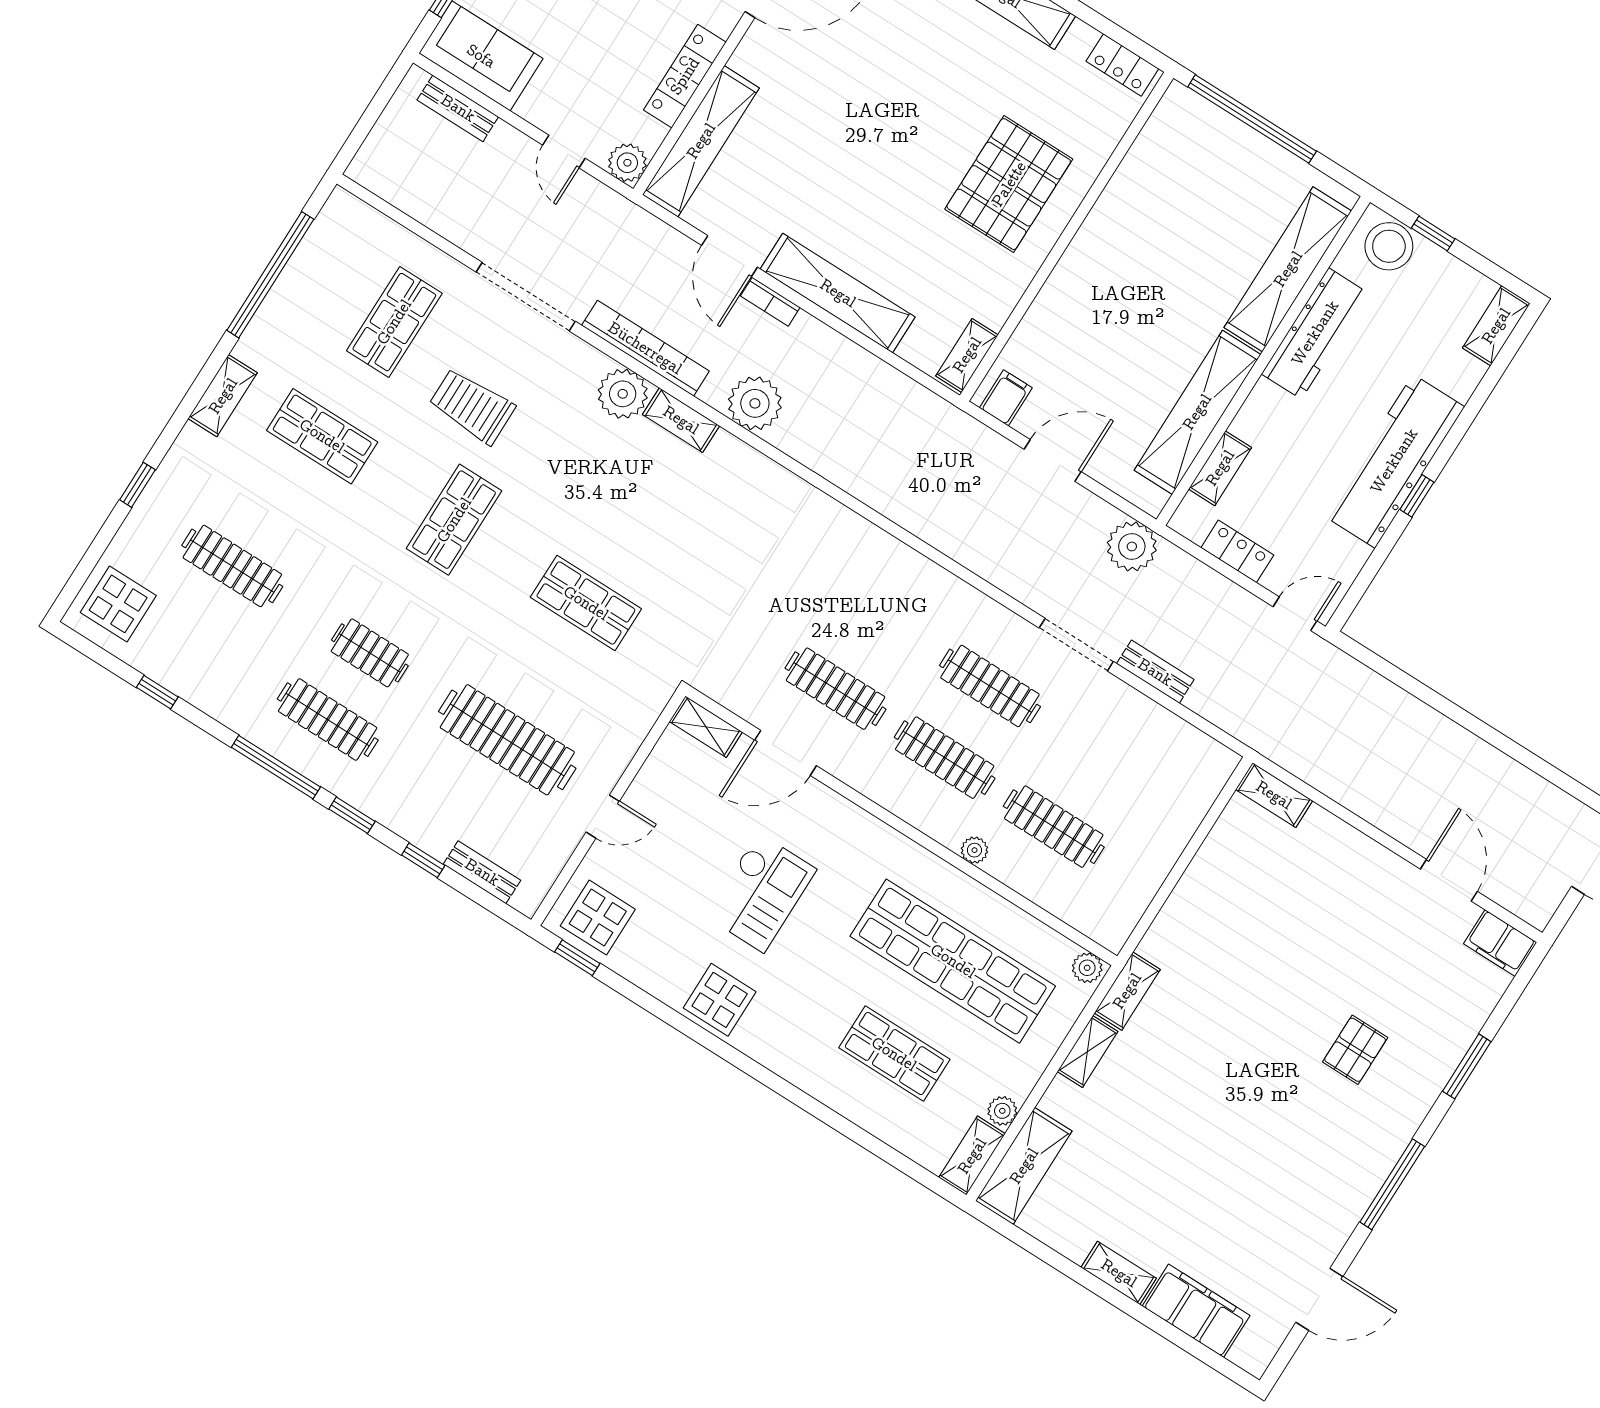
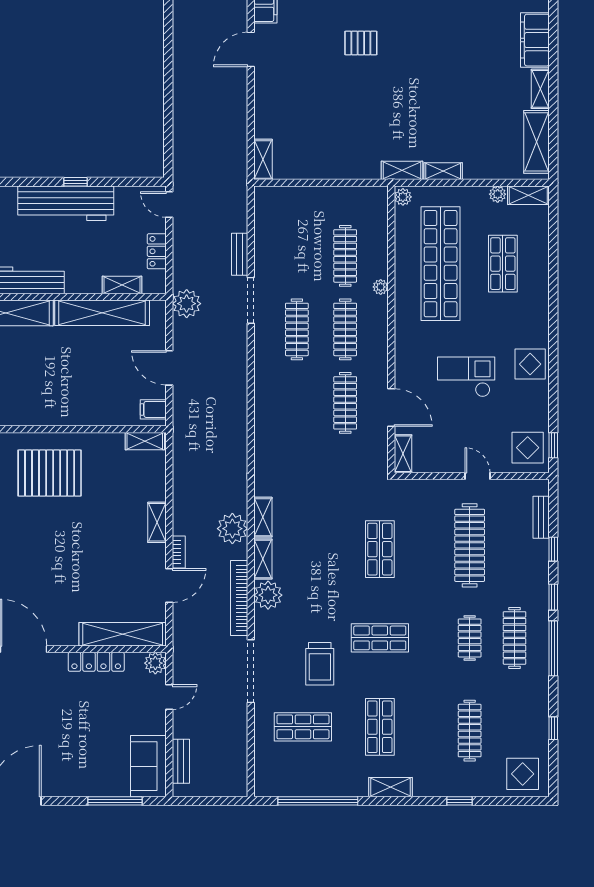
shelving: (838, 293) -> (157, 522), width x0.45, depth x0.75
shelving: (743, 459) -> (263, 517), added
shelving: (1024, 1166) -> (536, 142), moved, turned 90

